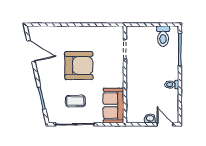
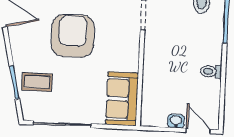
armchair: (79, 66) -> (73, 36), turned -90
coffee table: (75, 101) -> (37, 82), moved

